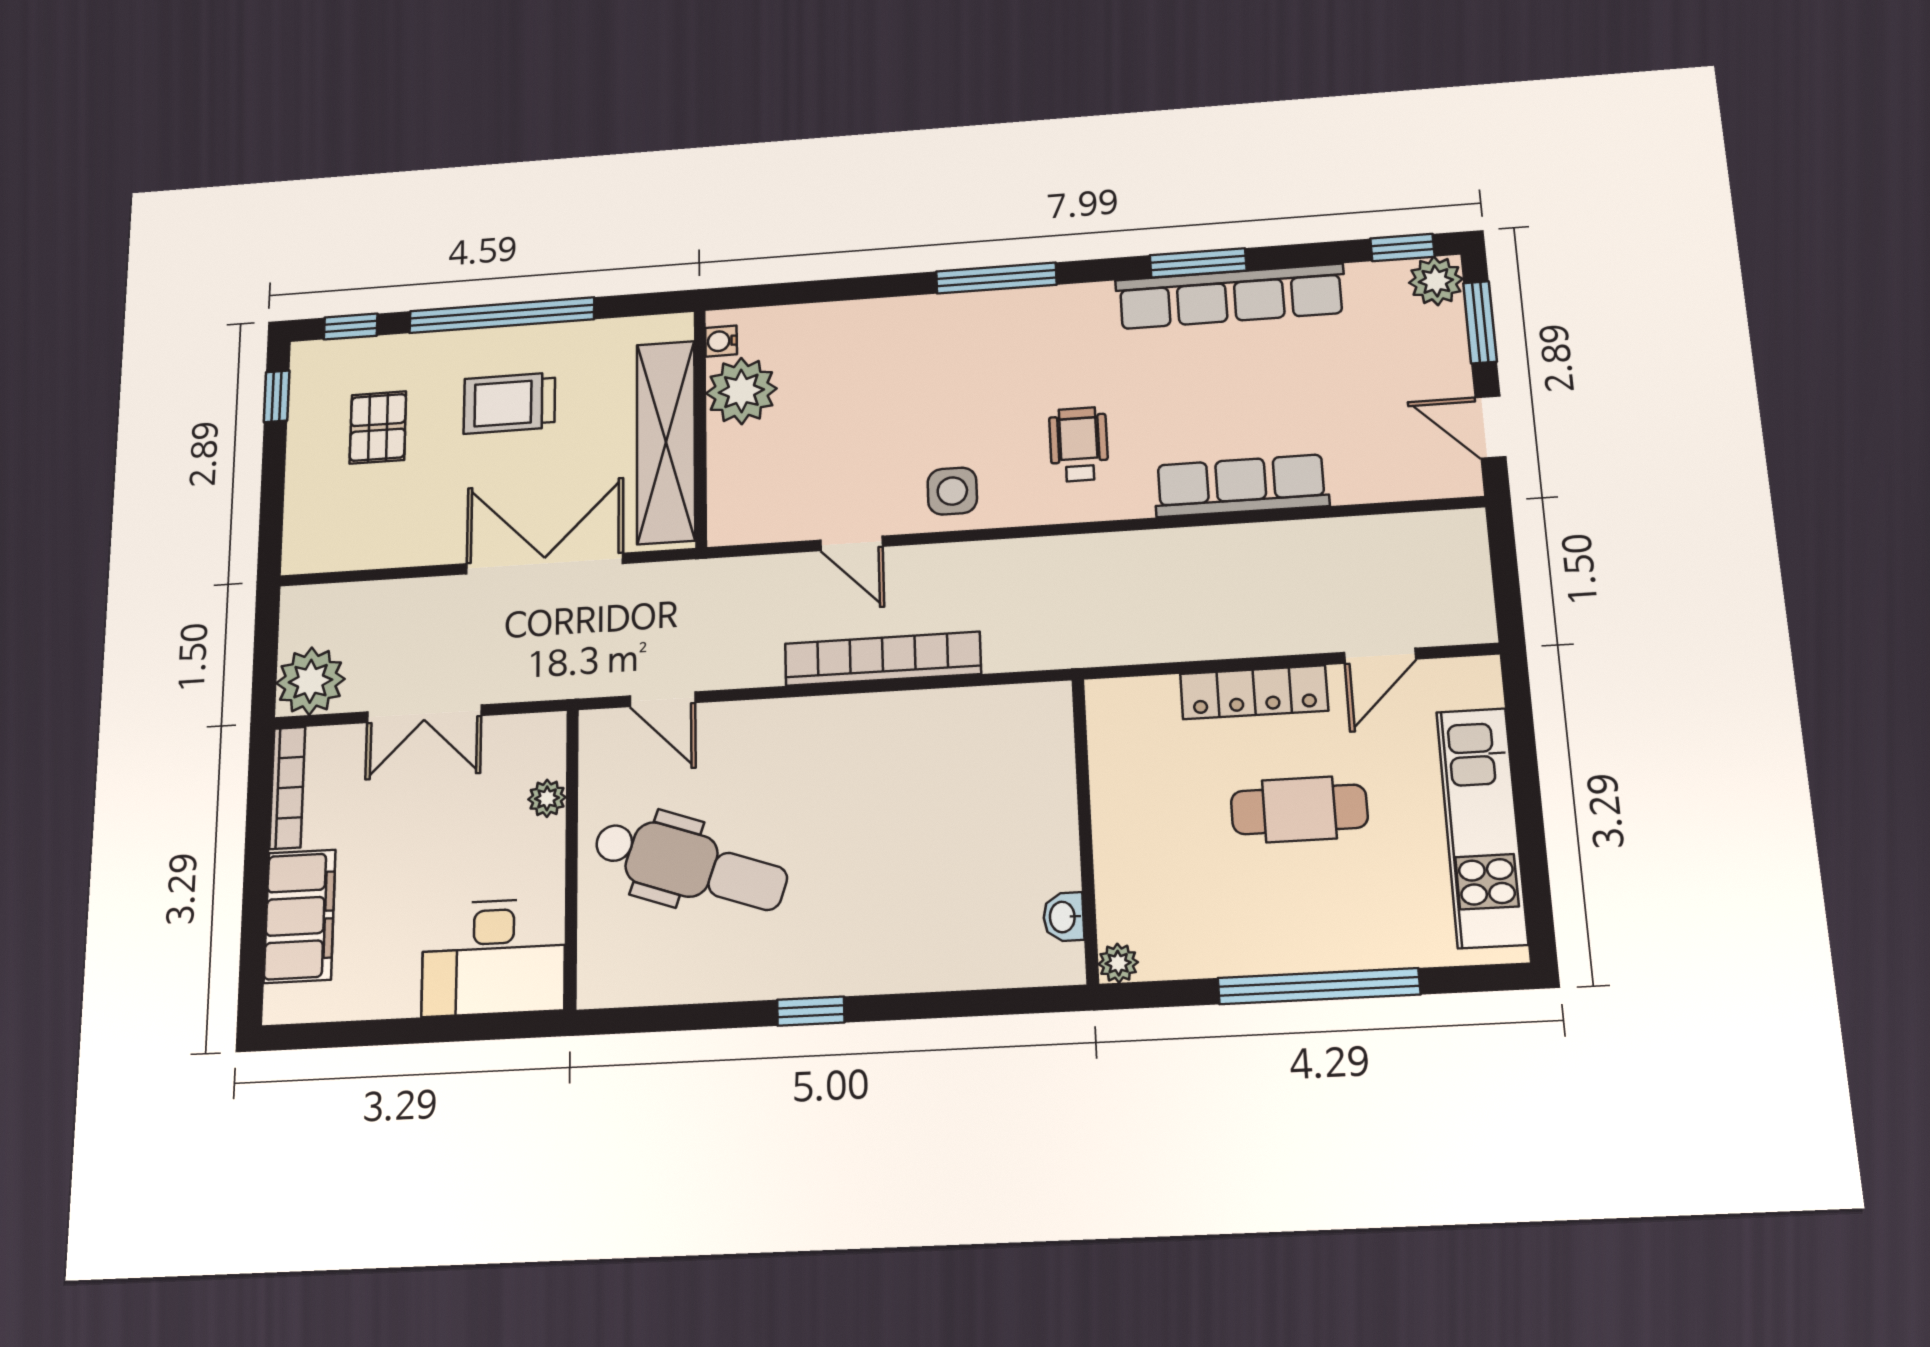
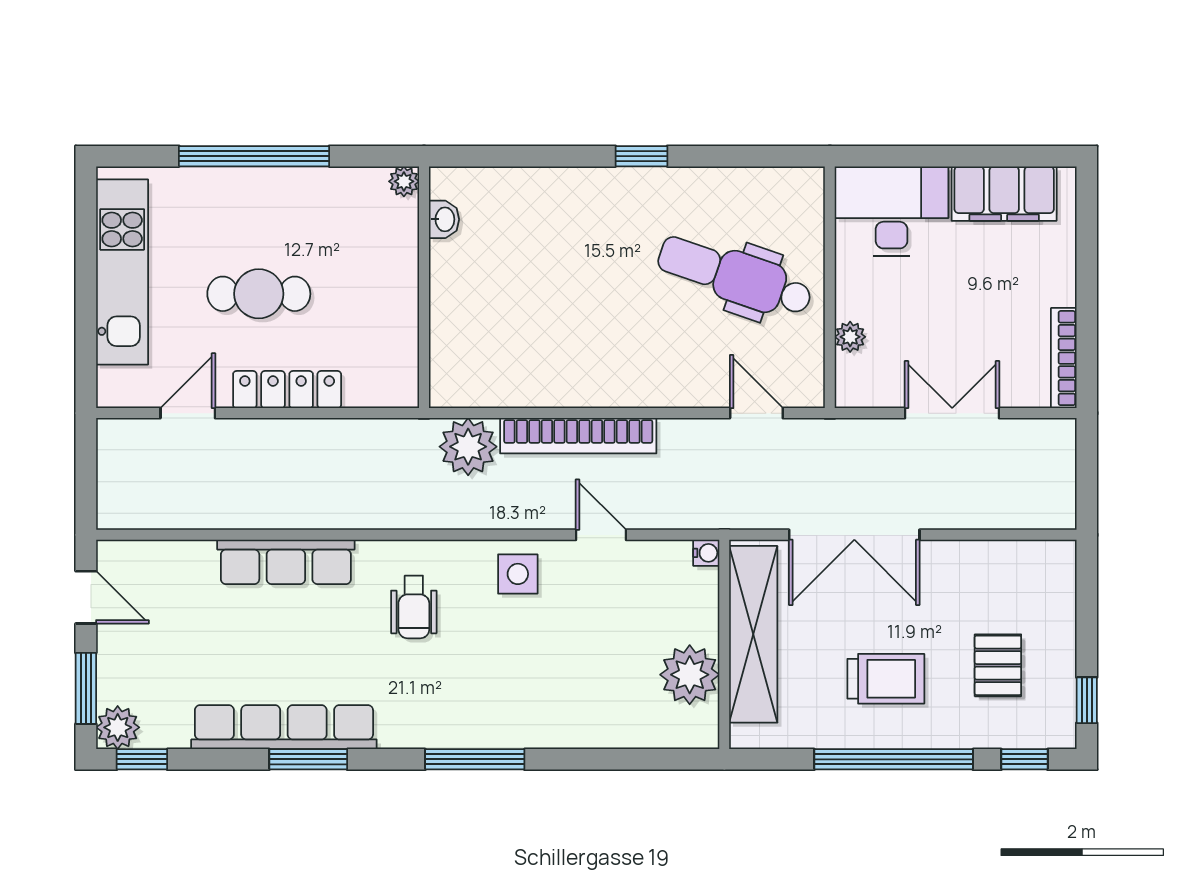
water cooler: (721, 341) -> (706, 553), moved
plant: (310, 681) -> (468, 447), moved
filing cabinet: (300, 916) -> (1004, 194), moved, turned -90

